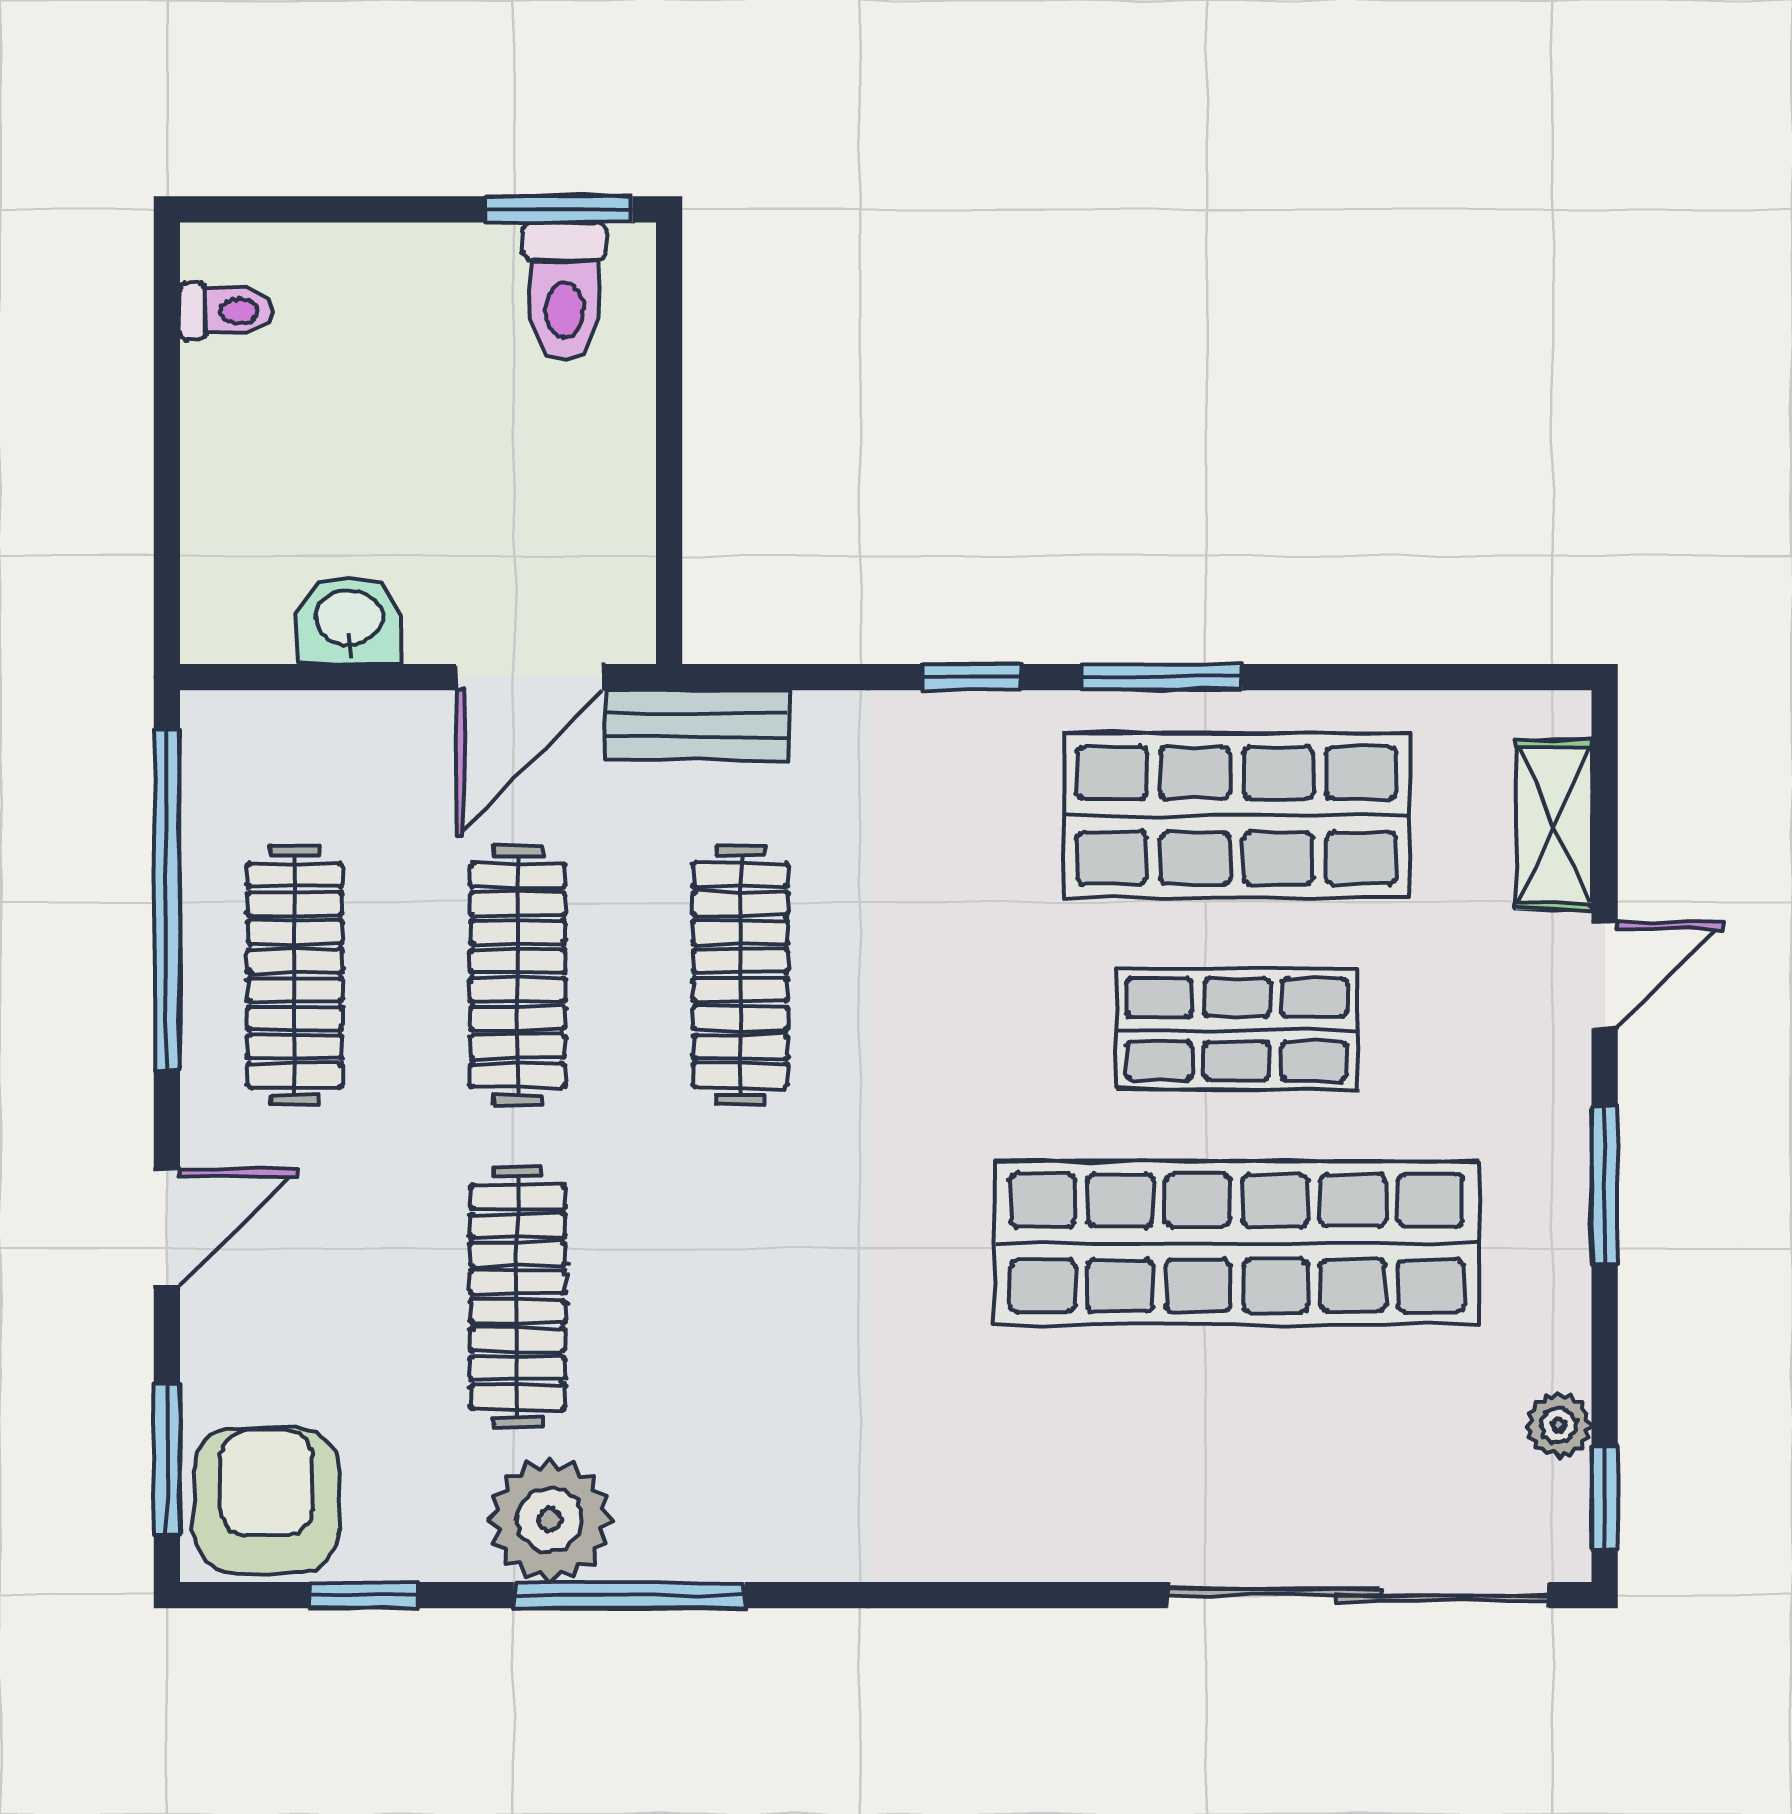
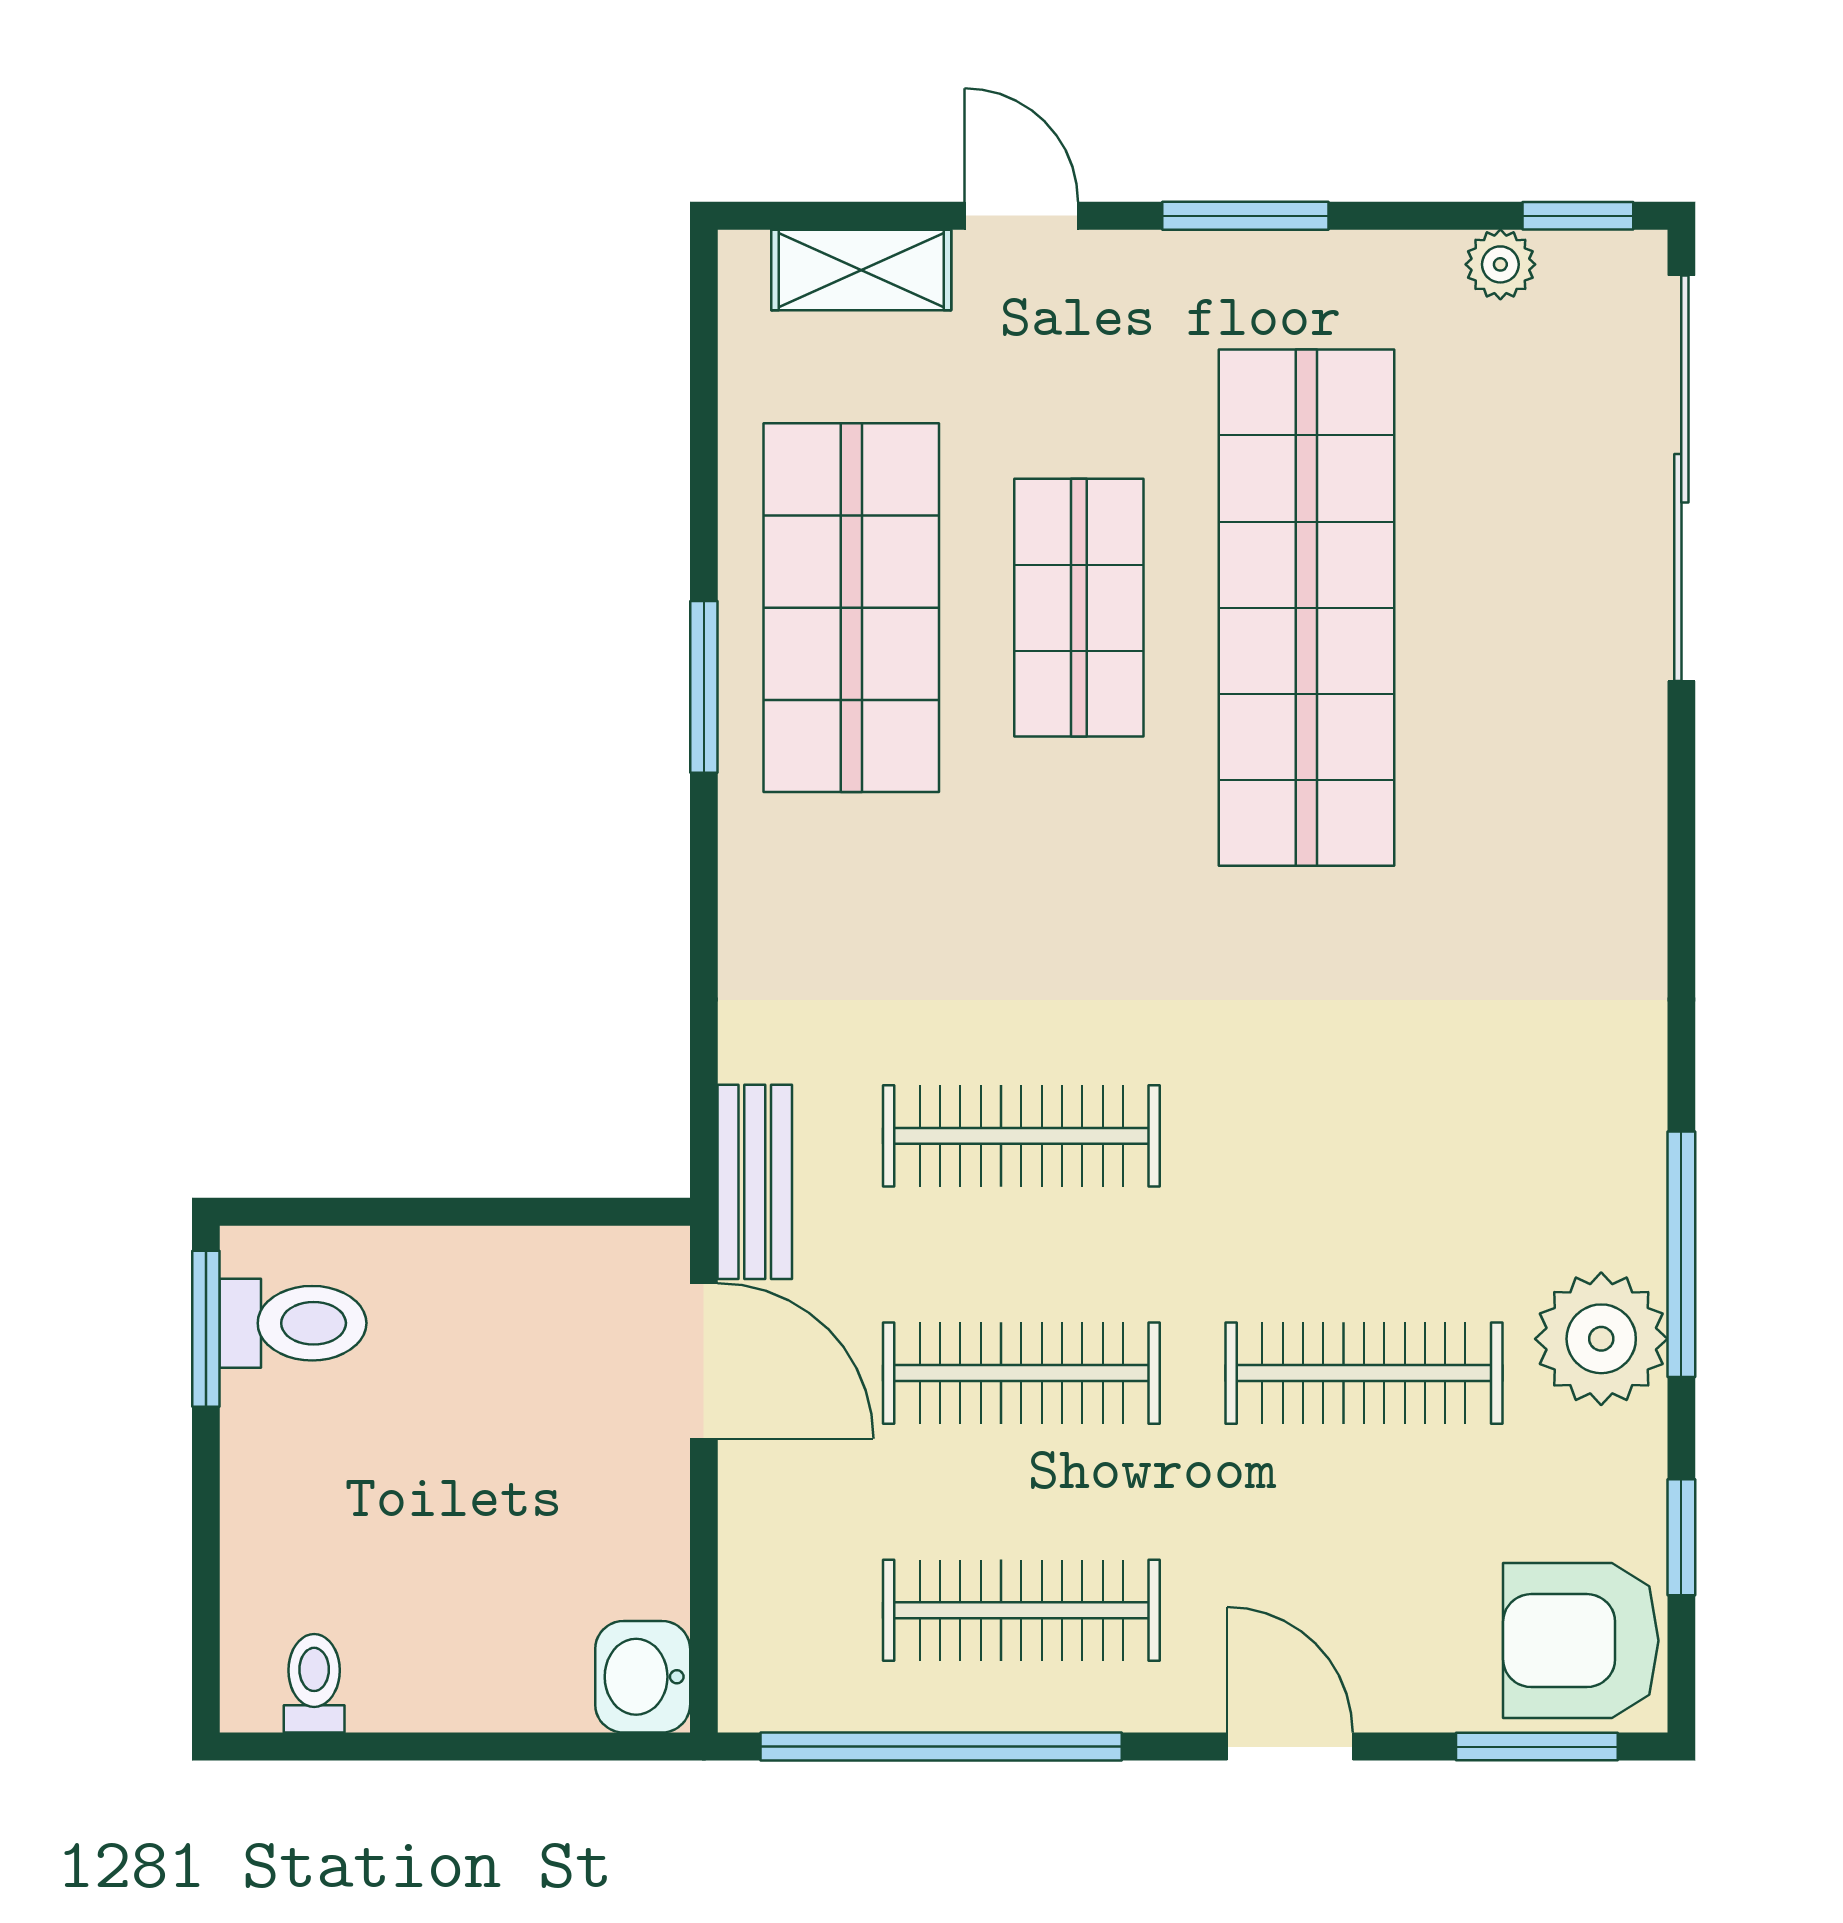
washbasin: (349, 620) -> (643, 1677), moved
window: (971, 677) -> (704, 890), removed

